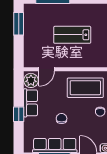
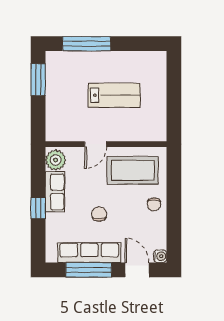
lab bench: (72, 35) -> (114, 95), turned 180
door: (47, 69) -> (96, 144), moved

